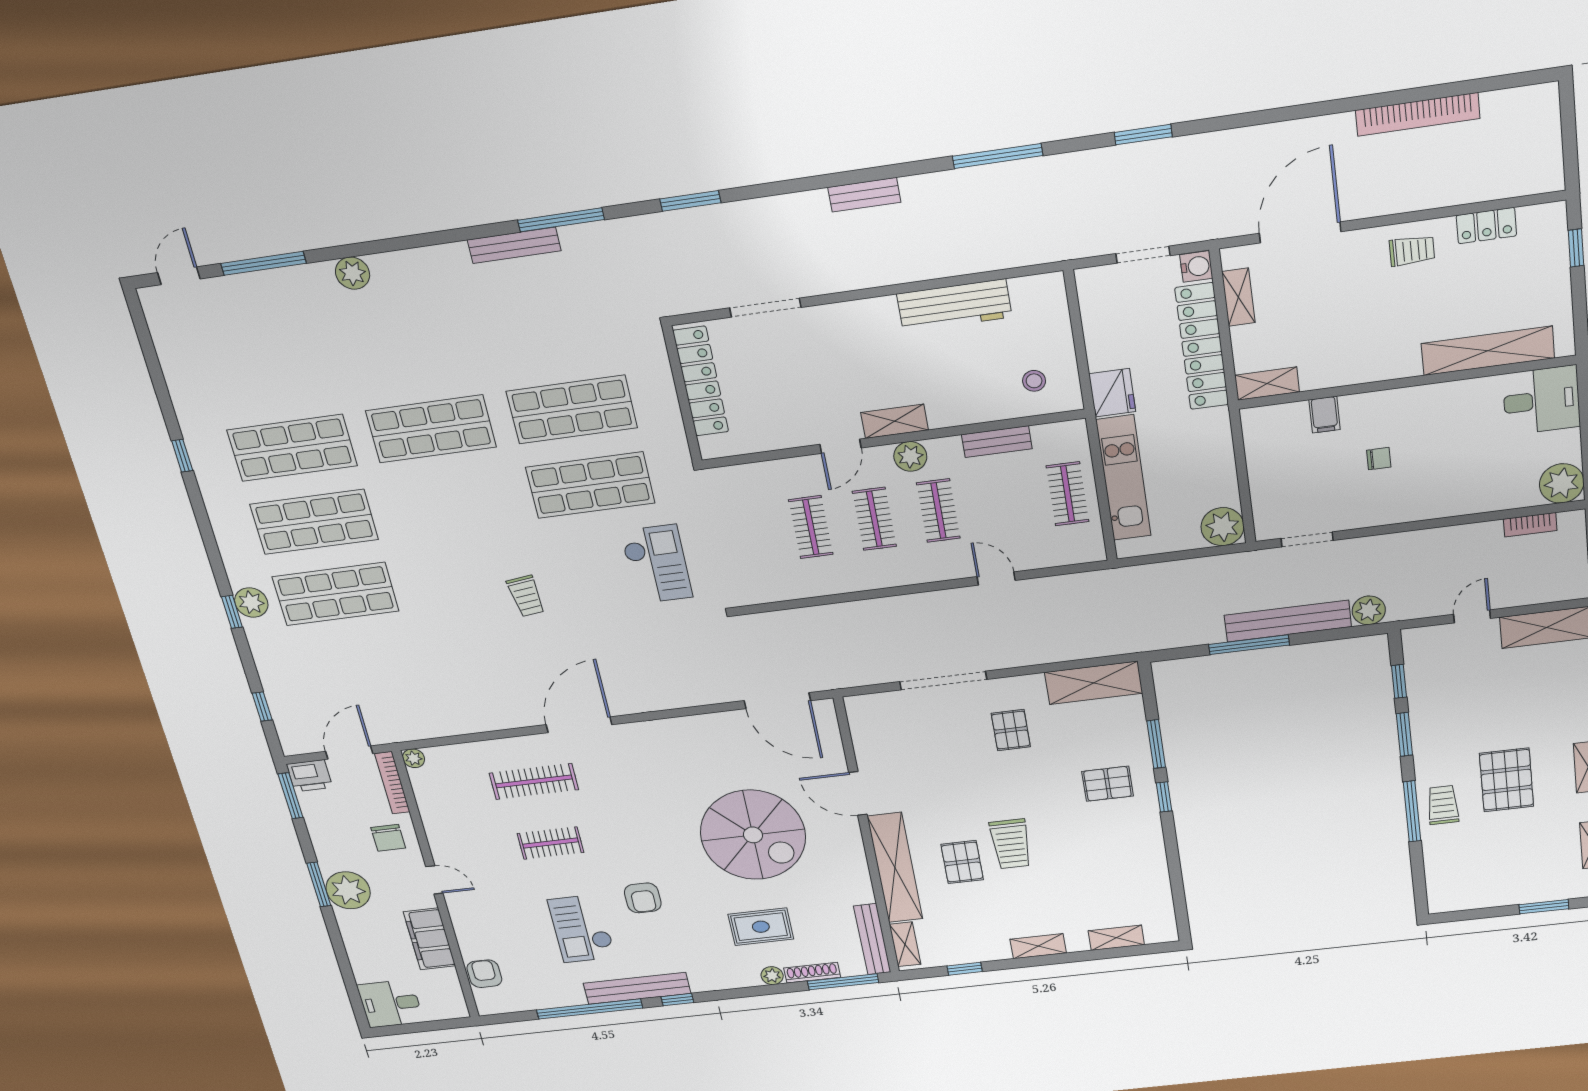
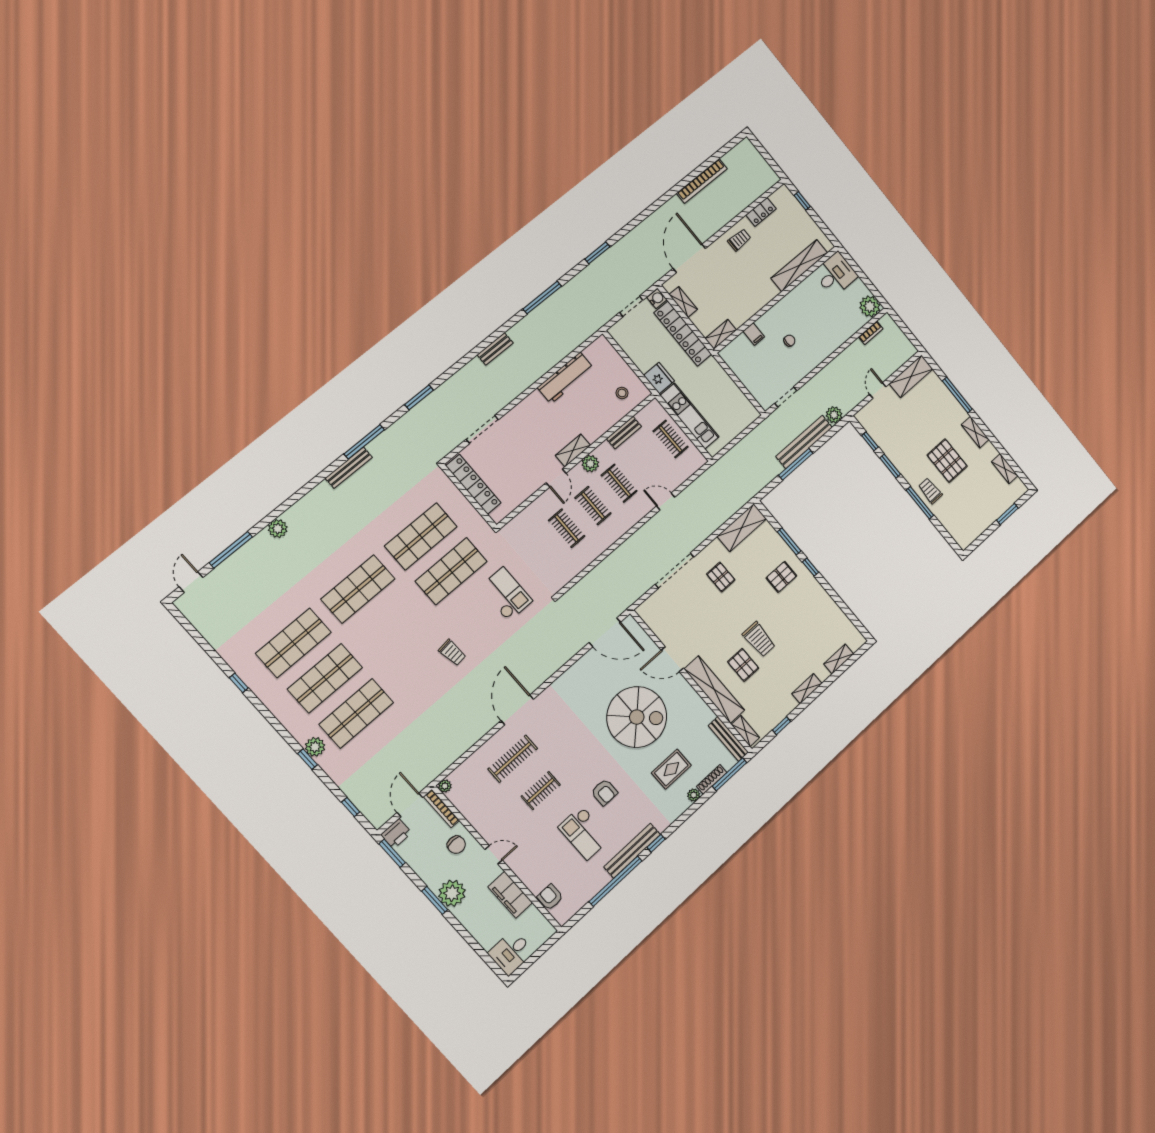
plant: (1223, 527) -> (747, 413), removed

